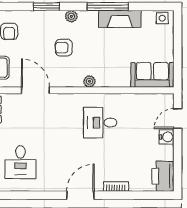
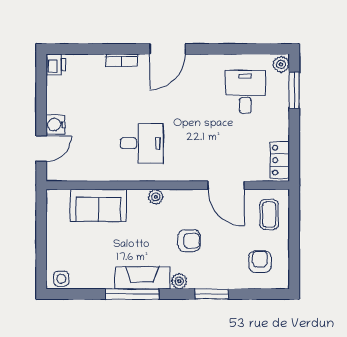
fireplace: (120, 19) -> (142, 278), moved
sofa: (152, 75) -> (98, 205), moved
printer: (163, 176) -> (56, 64), width x0.53, depth x0.68

